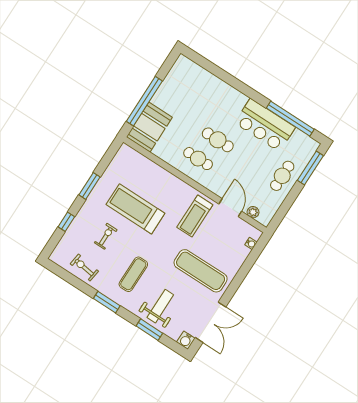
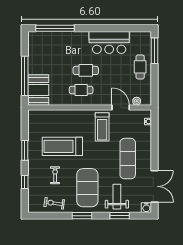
window: (290, 119) -> (55, 28), moved
exercise mat: (201, 271) -> (128, 159), turned 90
exercise mat: (133, 274) -> (87, 188), width x2.00, depth x1.45

